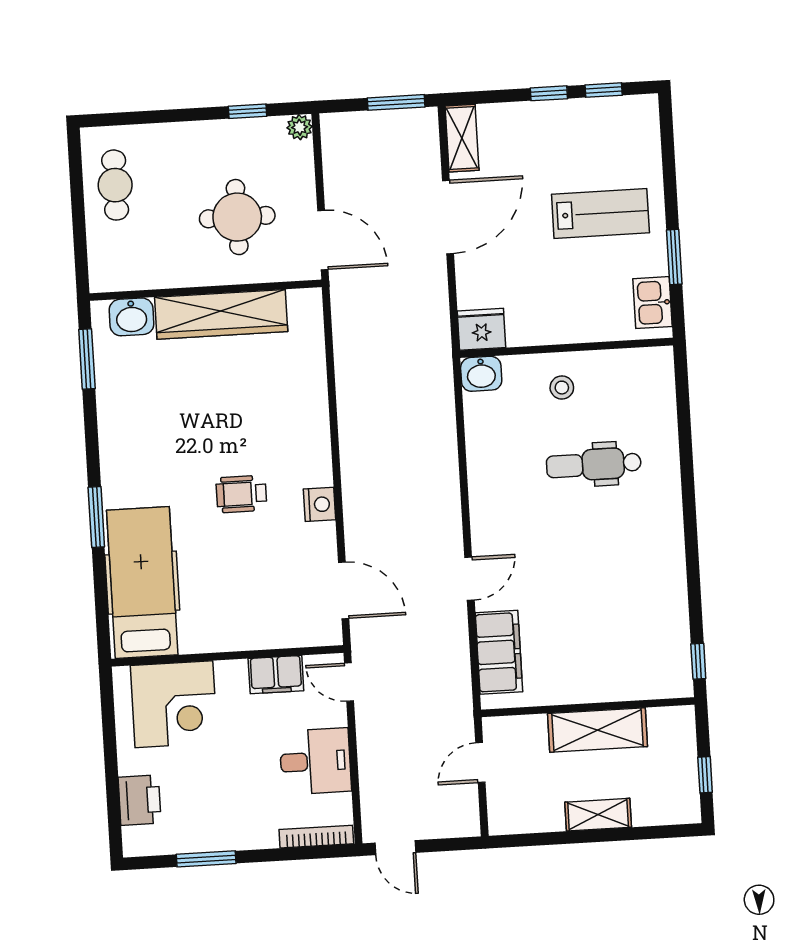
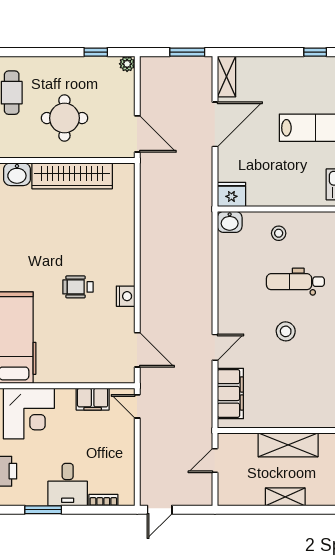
window: (549, 93) -> (281, 52), removed
round table: (237, 217) -> (64, 118), moved
stool: (583, 546) -> (286, 331), added
desk: (315, 761) -> (68, 485), moved, turned 90
bookcase: (316, 837) -> (103, 500), width x0.64
door: (395, 848) -> (160, 510), hinge flipped

